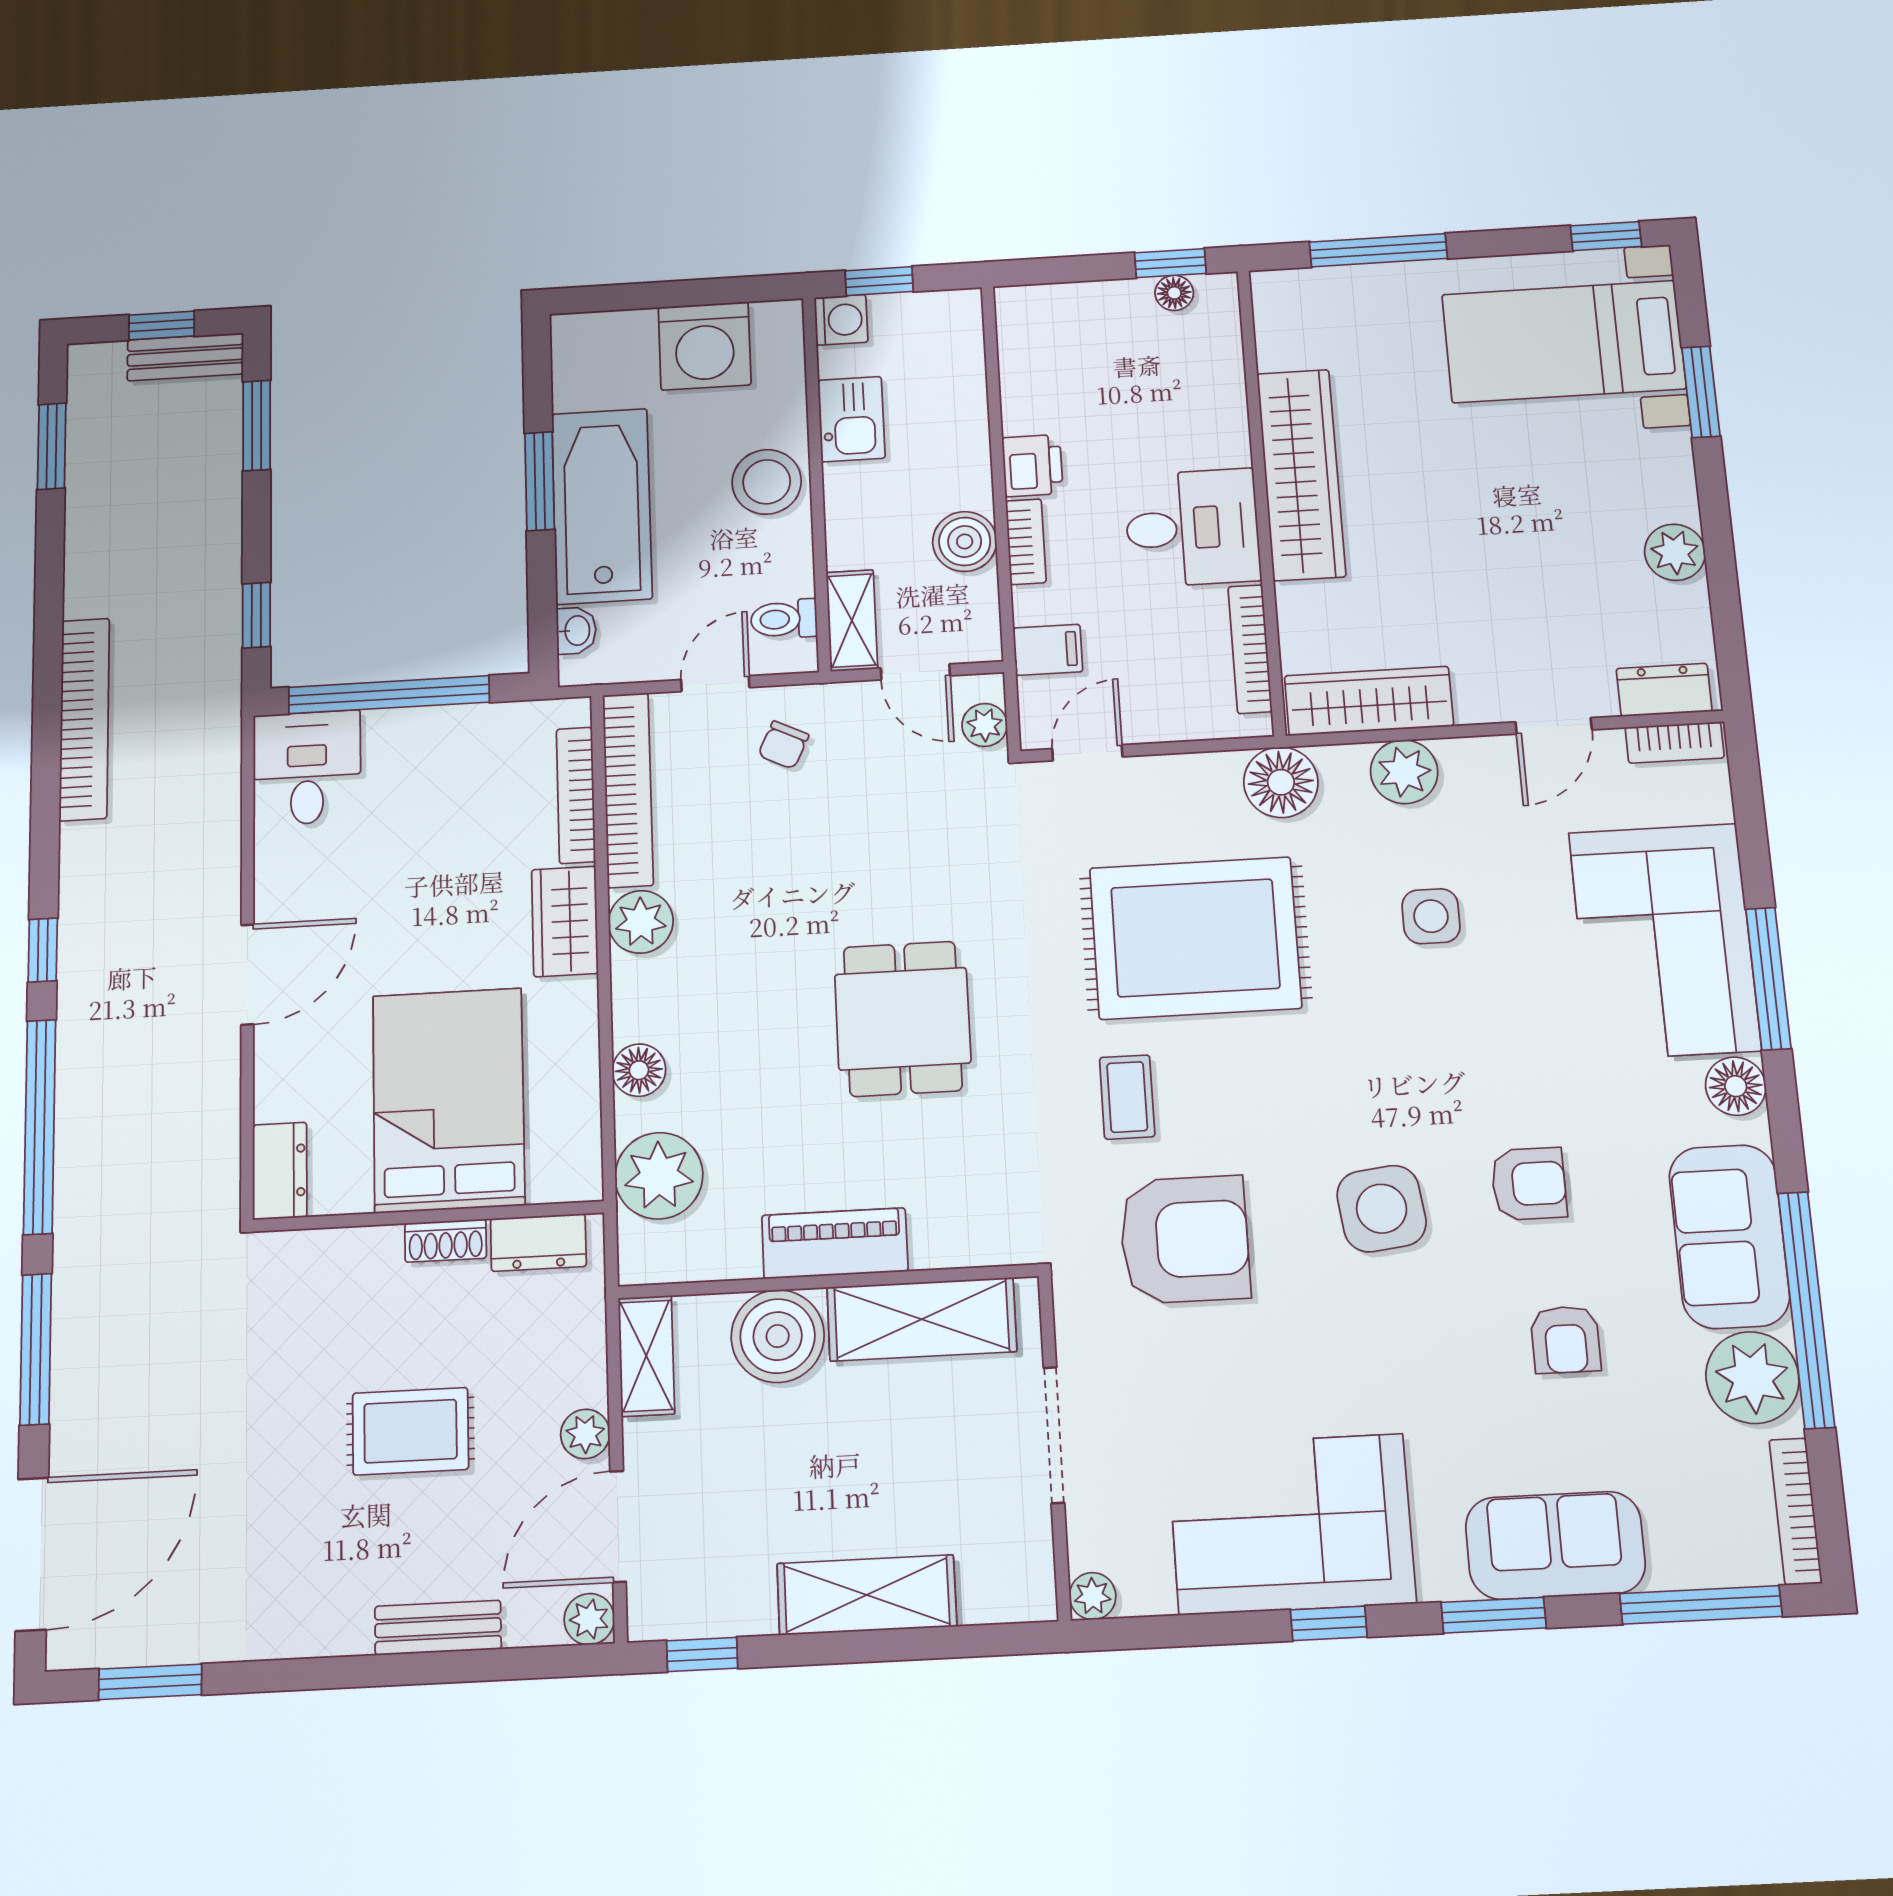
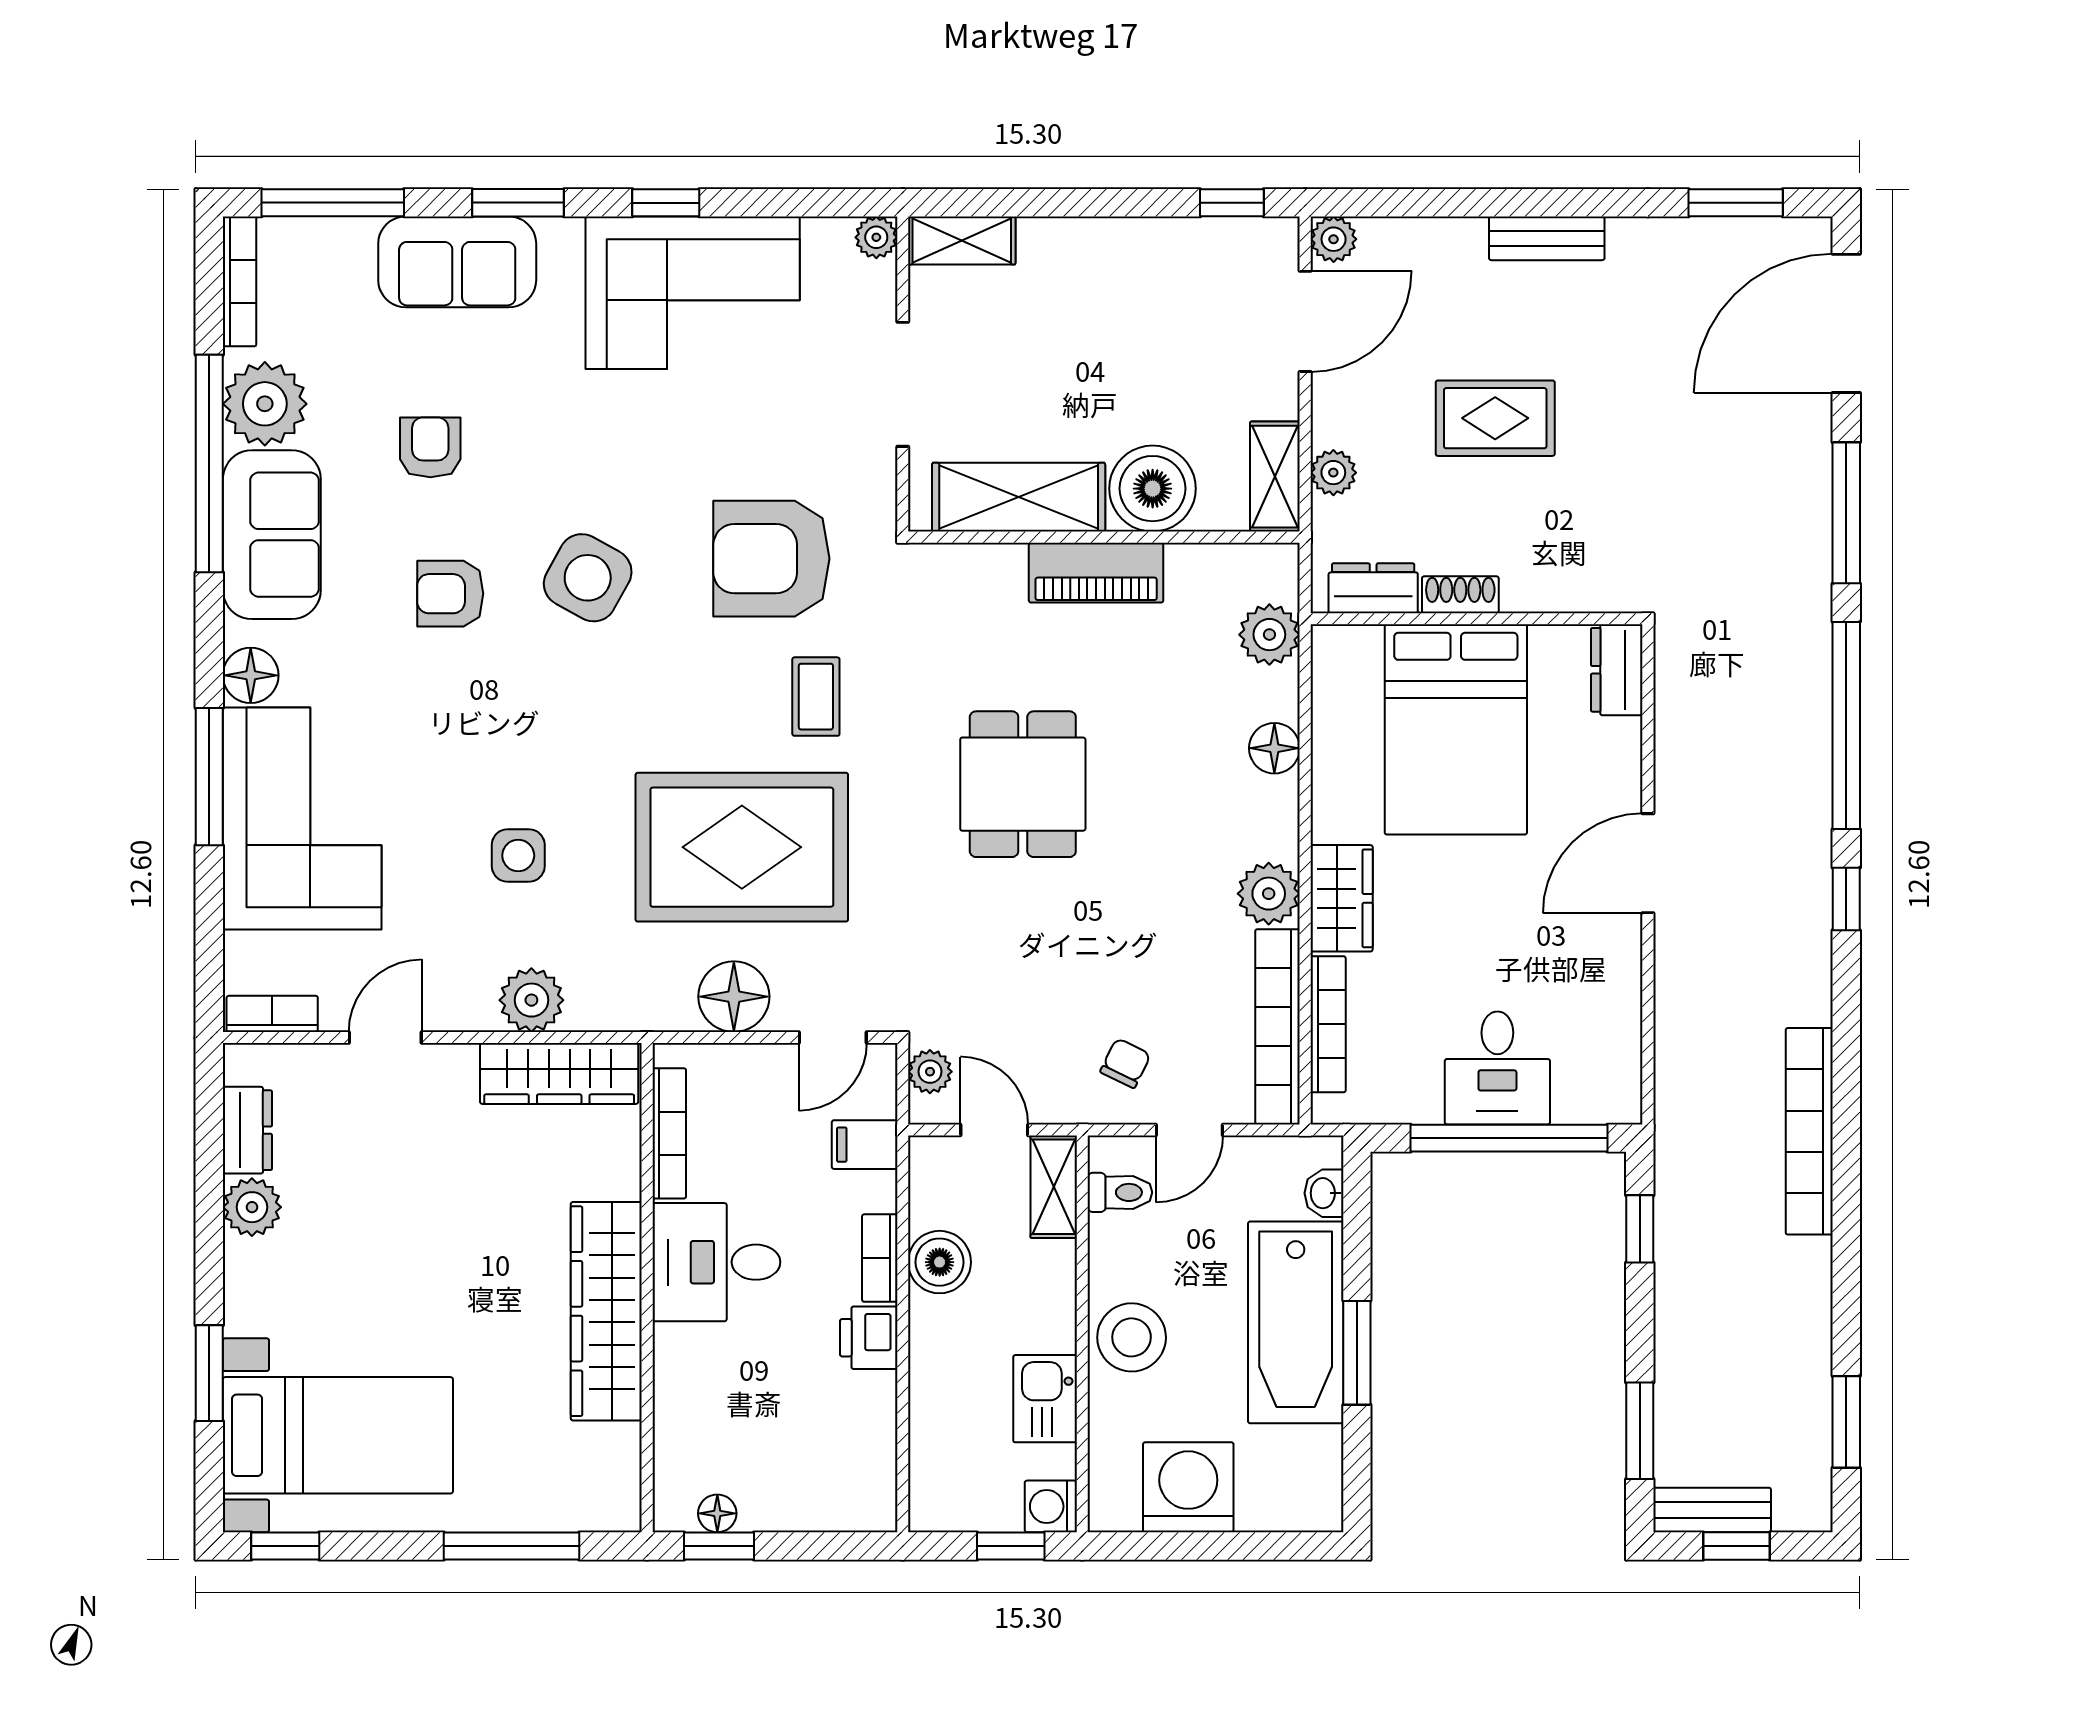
dresser: (1664, 690) -> (247, 1130), moved, turned -90
desk: (307, 768) -> (1497, 1068), moved
floor lamp: (1281, 782) -> (734, 997), moved
plant: (659, 1176) -> (1269, 635), width x0.73, depth x0.73
side table: (1382, 1209) -> (588, 578), turned 36
plant: (585, 1434) -> (1333, 473), moved
shelving: (867, 1595) -> (962, 240), moved, width x0.67, depth x0.75
bench: (438, 1628) -> (1547, 238), moved

